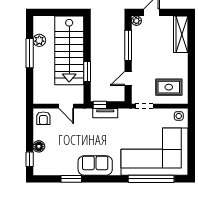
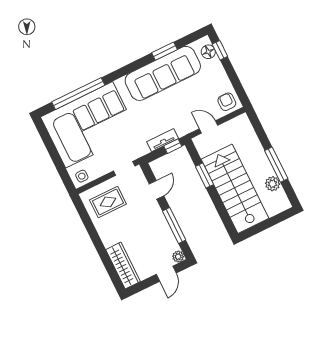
floor lamp: (39, 146) -> (208, 52), moved
sofa: (95, 165) -> (163, 73), width x1.85, depth x1.27

